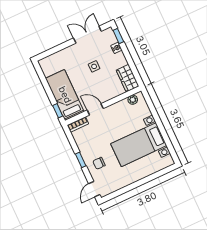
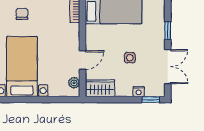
window: (60, 47) -> (168, 31), added
door: (95, 109) -> (83, 60), moved

